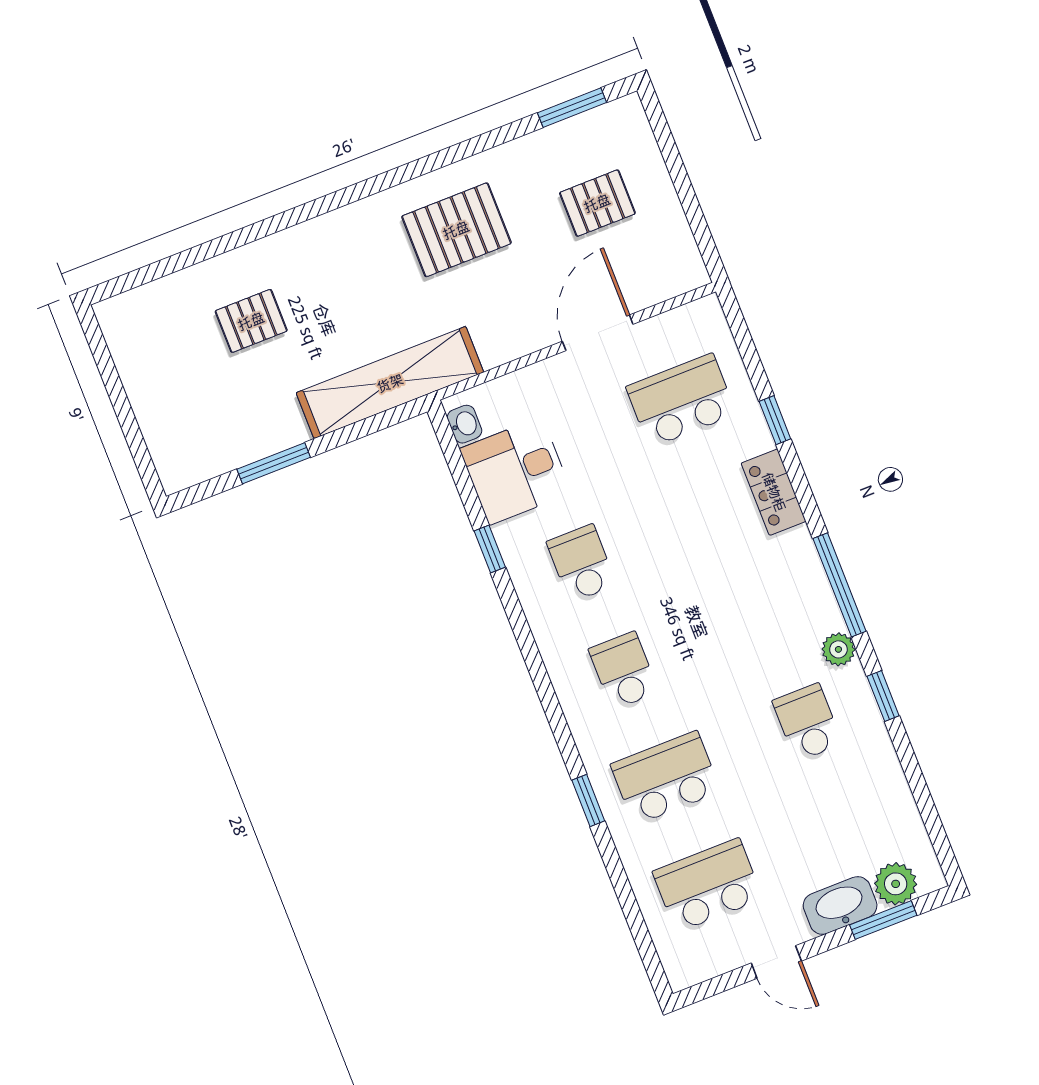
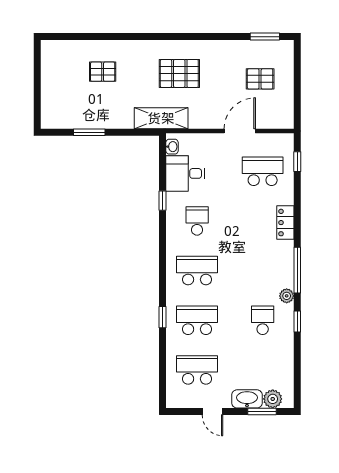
pallet: (456, 230) -> (179, 73), moved
shelving: (390, 383) -> (161, 118), width x0.68
window: (775, 420) -> (297, 162), moved
school desk: (624, 671) -> (197, 271), width x1.85

